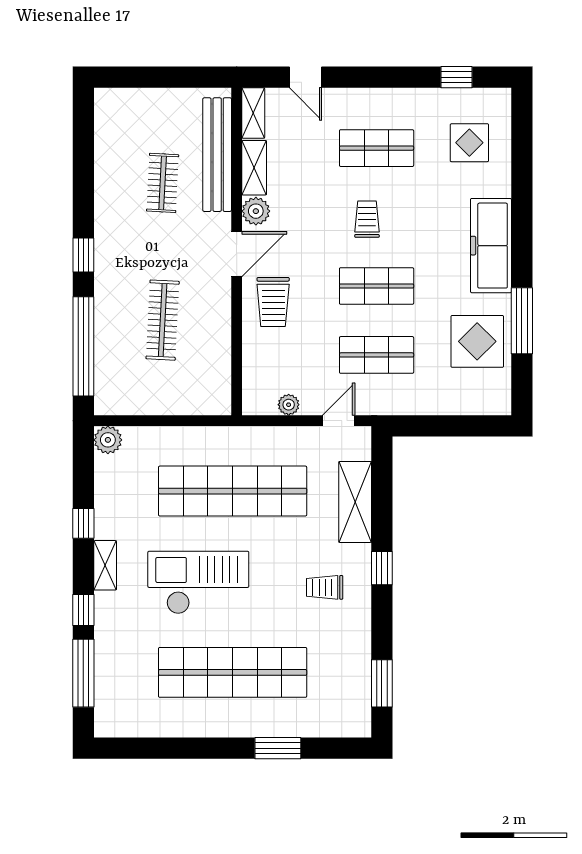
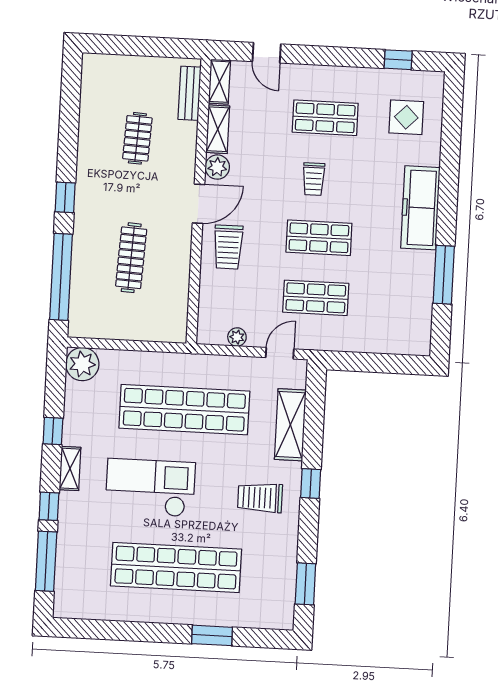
bench: (217, 155) -> (190, 93), width x0.54, depth x0.82
trolley: (367, 219) -> (314, 179), turned 180
display table: (477, 341) -> (404, 291), removed
plant: (108, 440) -> (82, 364), width x1.36, depth x1.36
trolley: (325, 587) -> (260, 498), width x1.36, depth x1.39

